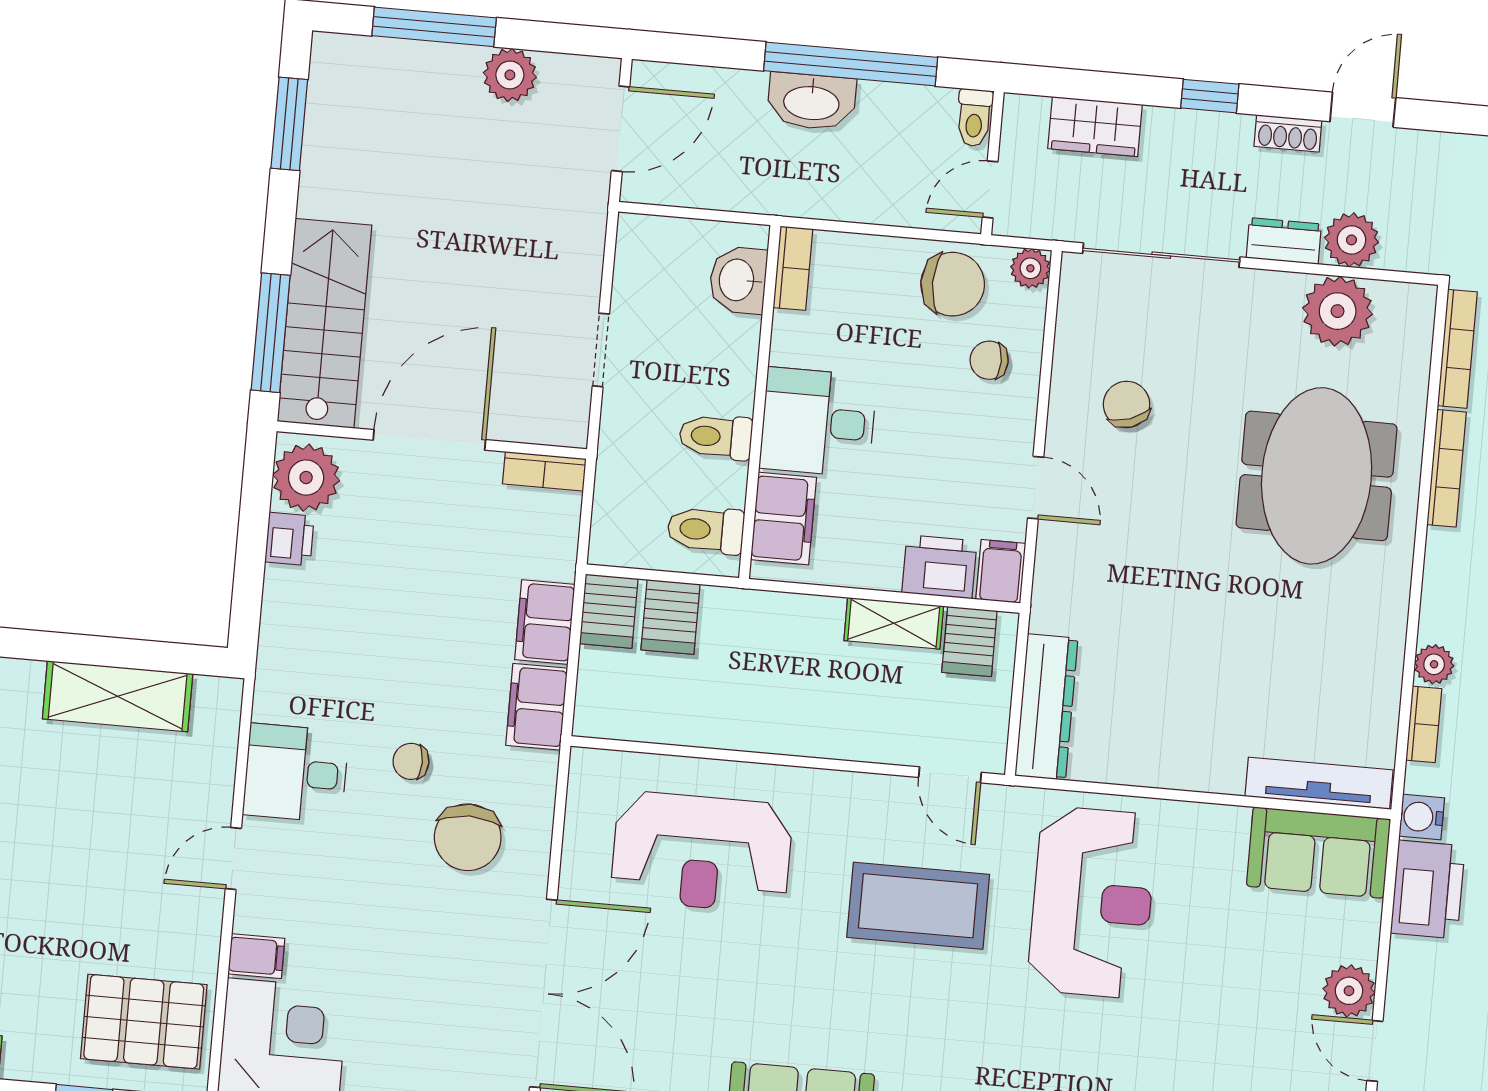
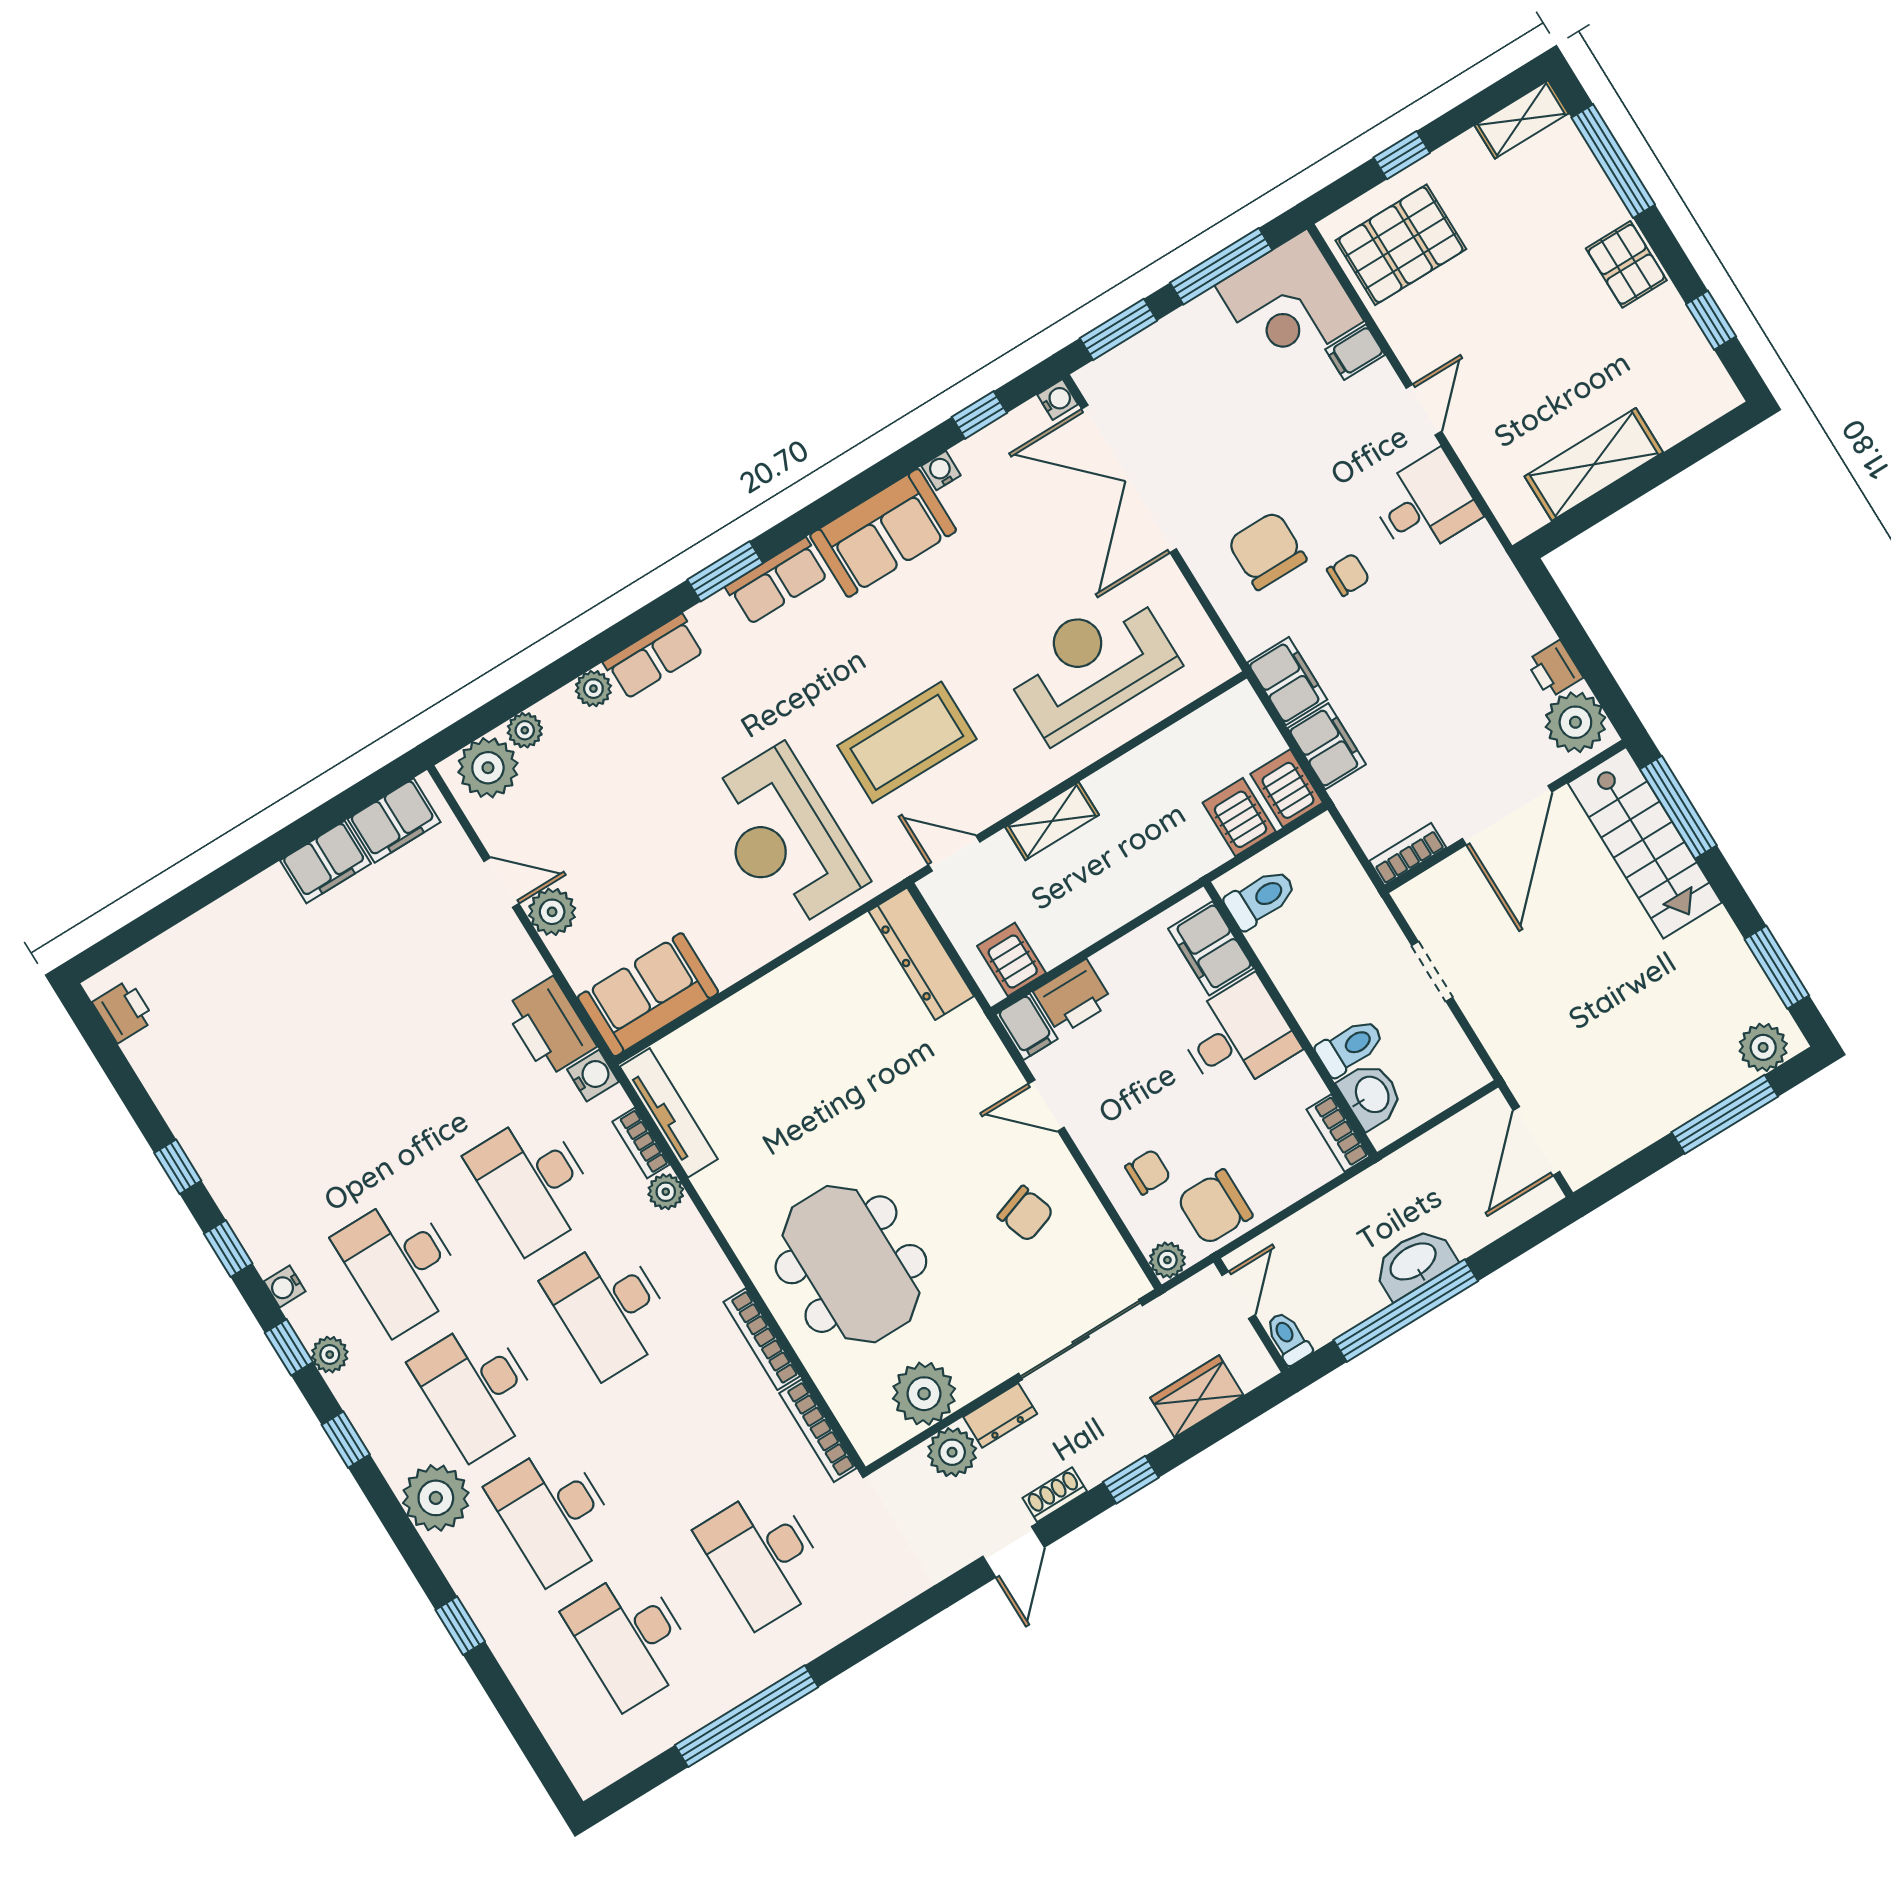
plant: (510, 75) -> (1763, 1047), moved
toilet: (716, 437) -> (1350, 1047), moved
shelving: (894, 623) -> (1052, 821), moved
tv unit: (1319, 783) -> (669, 1113), moved, turned -90

